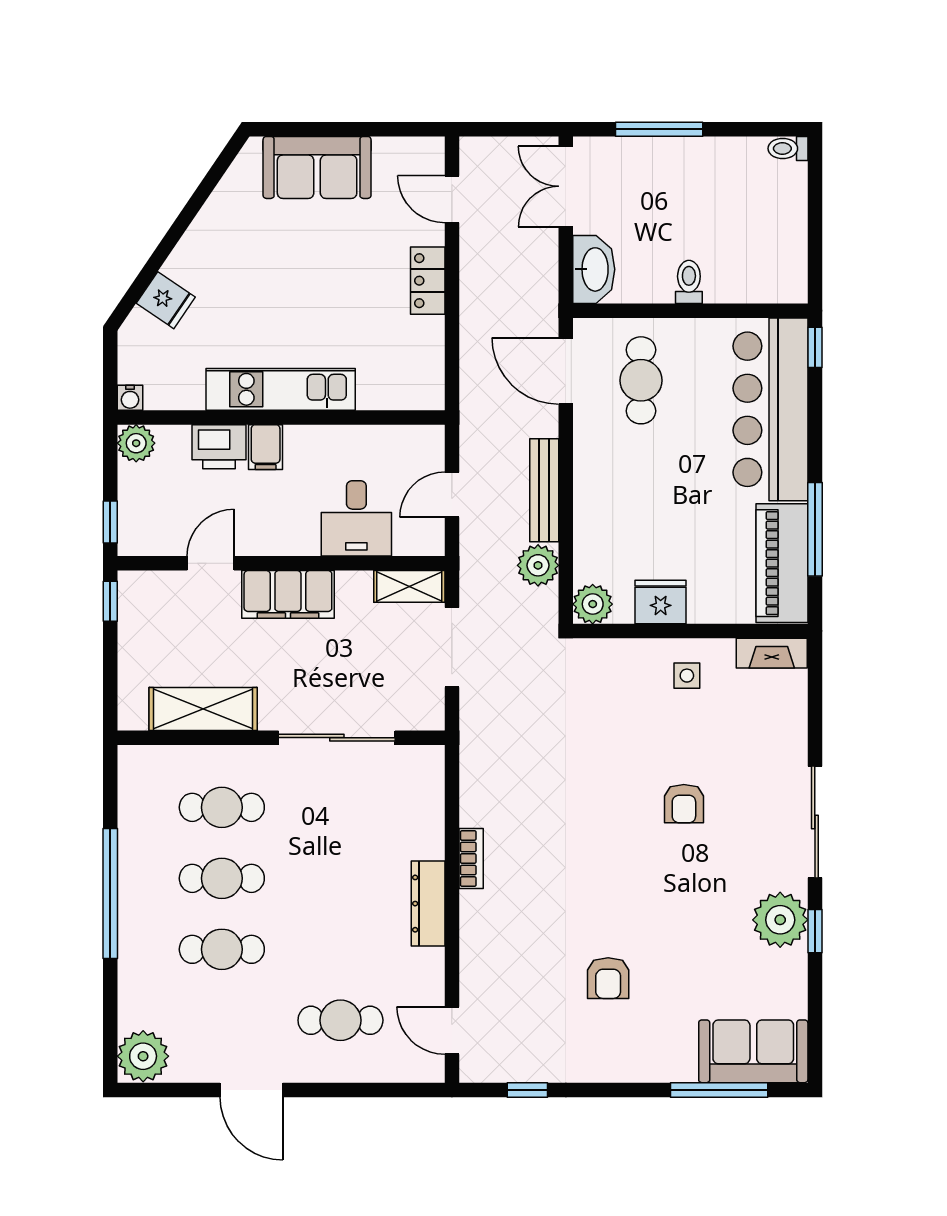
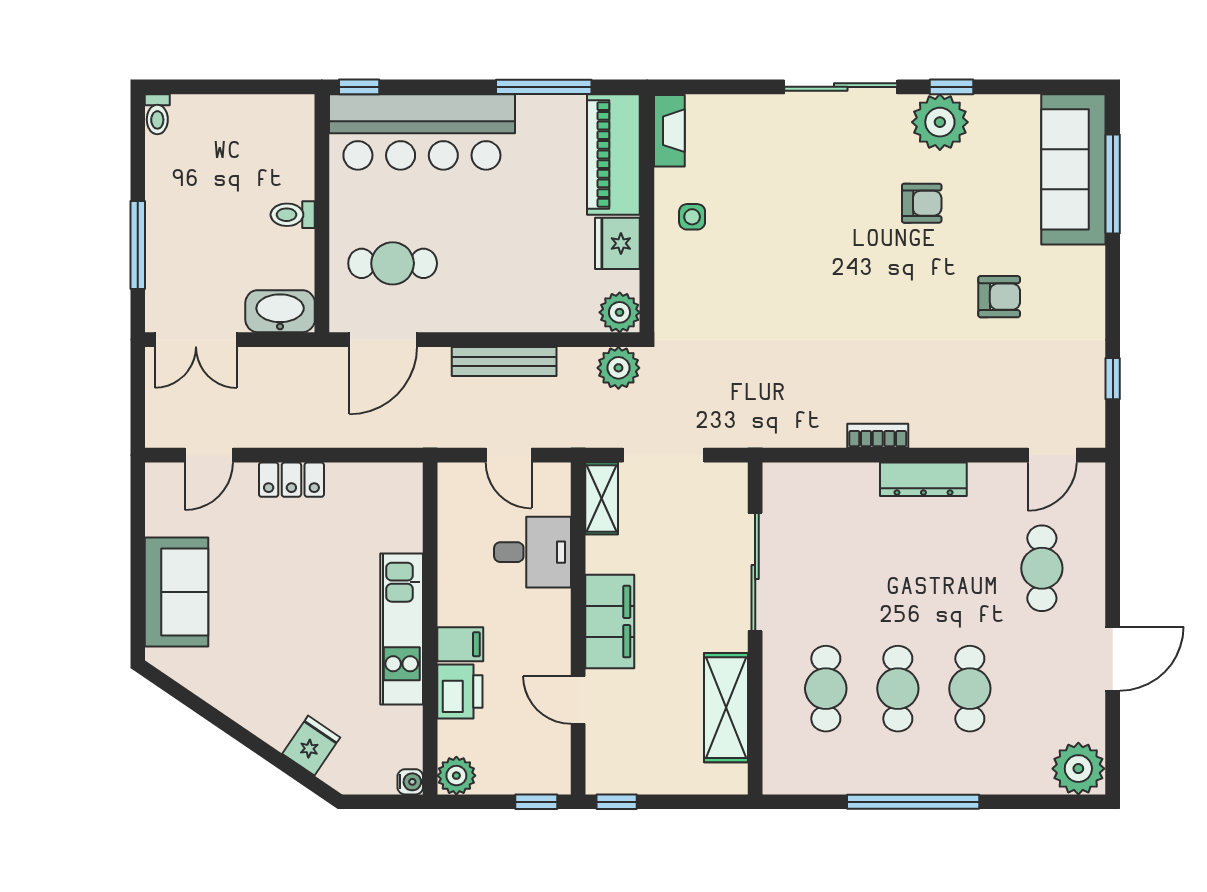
piano: (782, 563) -> (613, 154), moved, turned 90
plant: (538, 565) -> (618, 368), moved
armchair: (684, 804) -> (922, 203), moved
sofa: (753, 1051) -> (1073, 169), width x1.36

